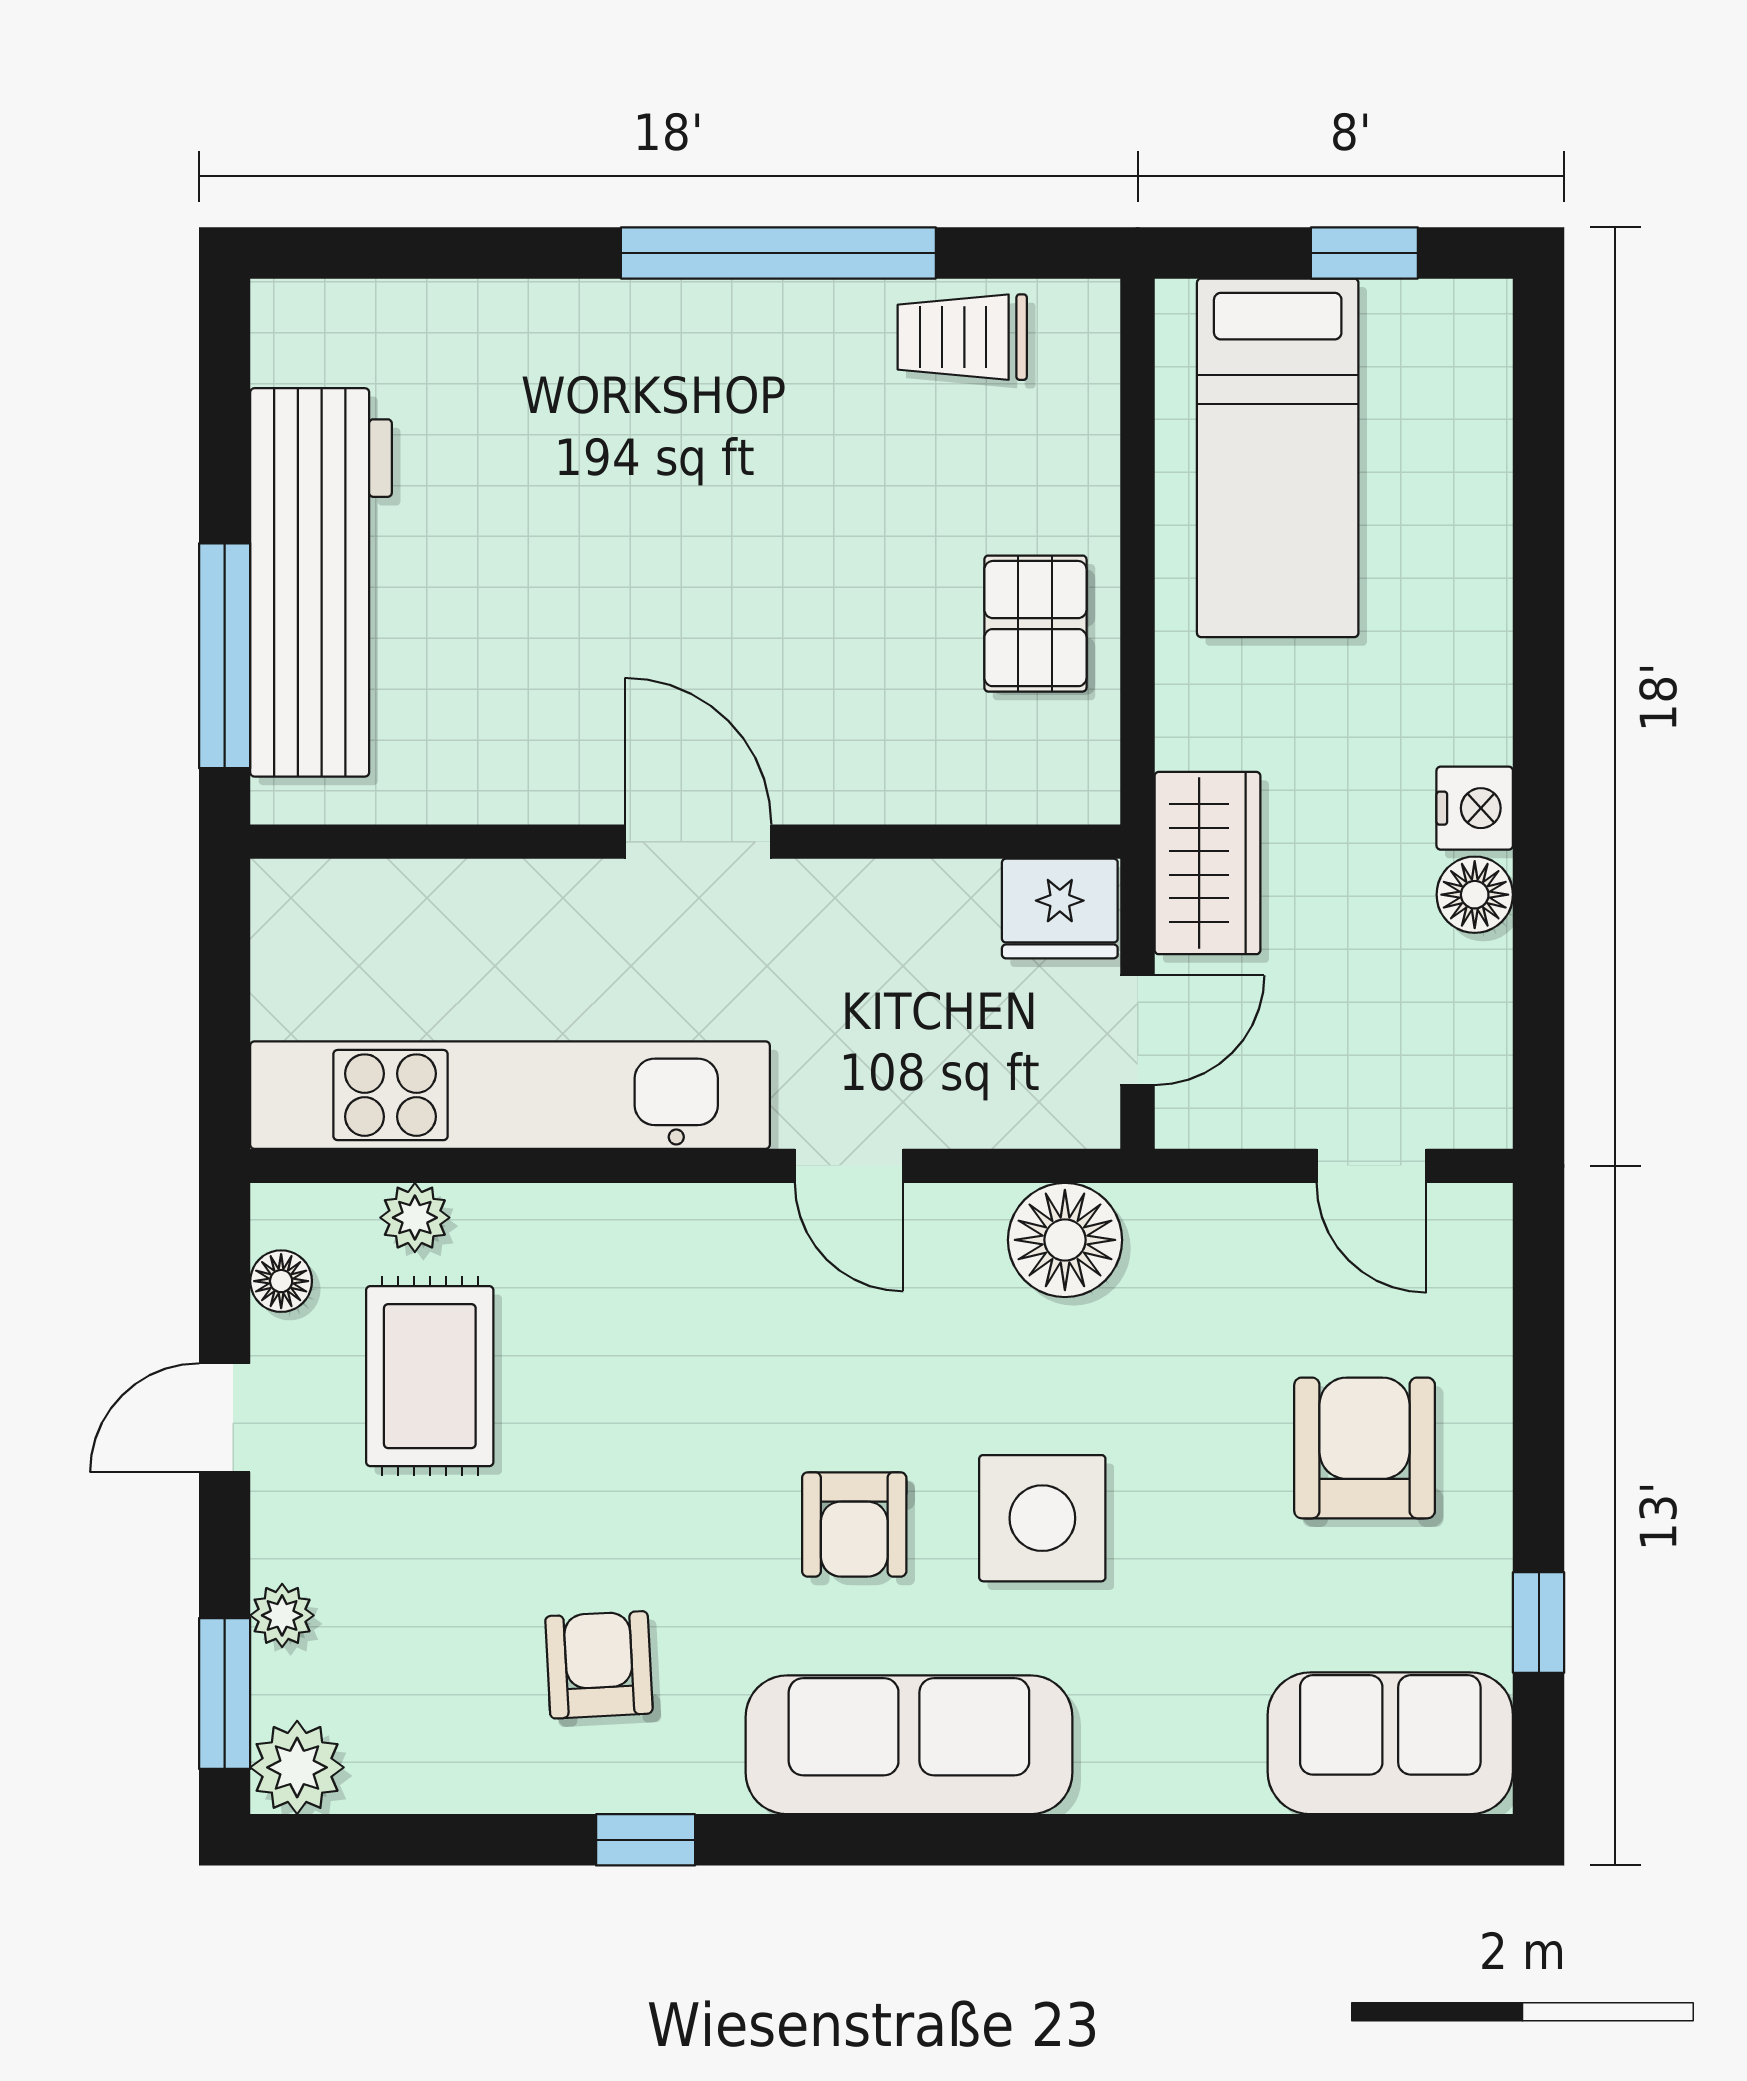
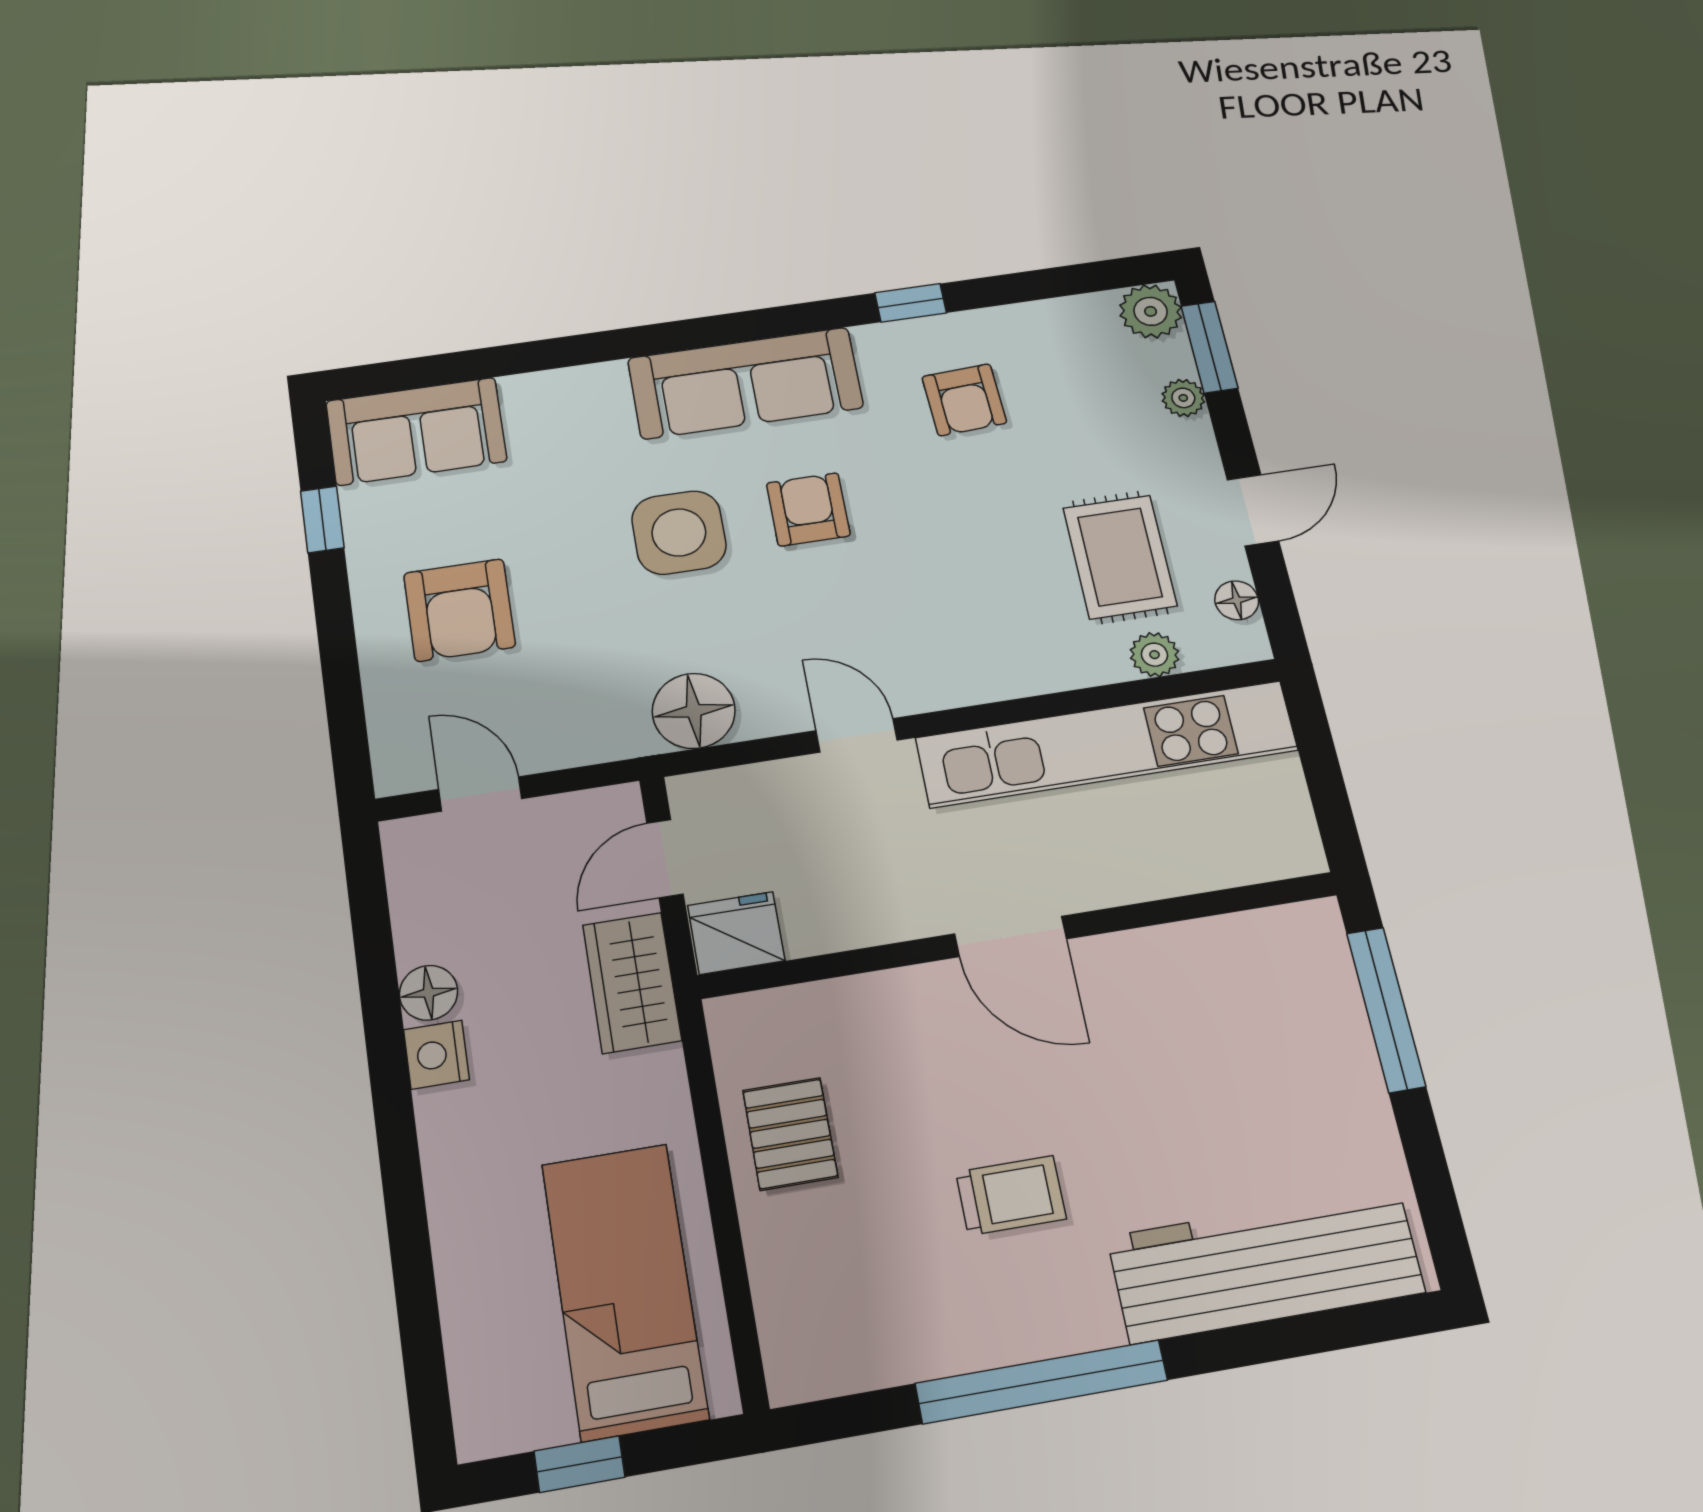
trolley: (962, 337) -> (1011, 1195), moved
workbench: (321, 582) -> (1266, 1265), moved, turned 90

